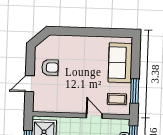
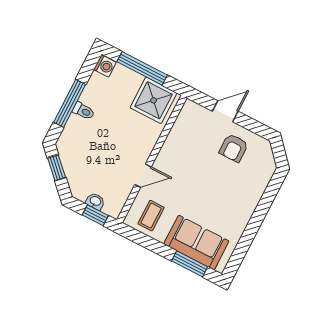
door: (30, 84) -> (225, 111), hinge flipped
window: (135, 91) -> (190, 264), moved

